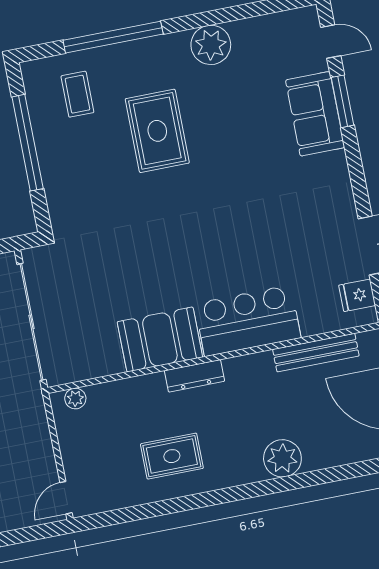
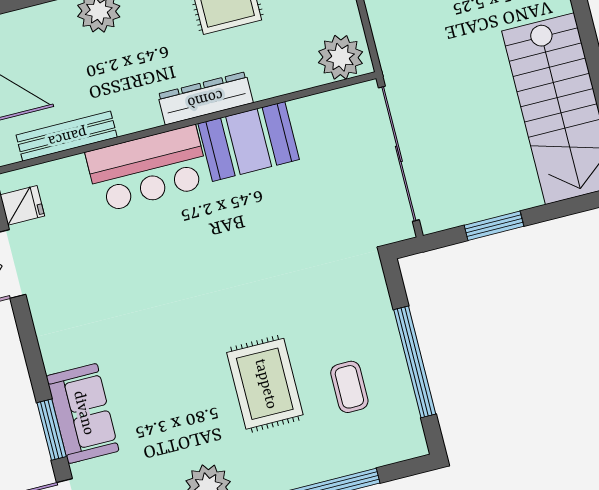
coffee table: (77, 94) -> (349, 387), moved
dresser: (194, 376) -> (205, 98), width x1.37, depth x1.24
plant: (75, 399) -> (341, 57), width x1.88, depth x1.88

